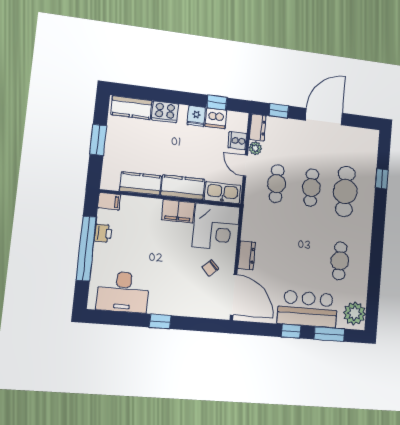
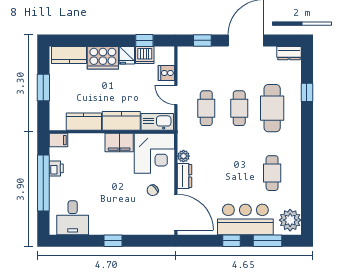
cooker: (165, 112) -> (103, 58), width x1.37, depth x1.31
dresser: (258, 127) -> (289, 53), moved, turned 90
plant: (255, 148) -> (183, 156), moved
desk: (123, 292) -> (73, 218), width x0.73

